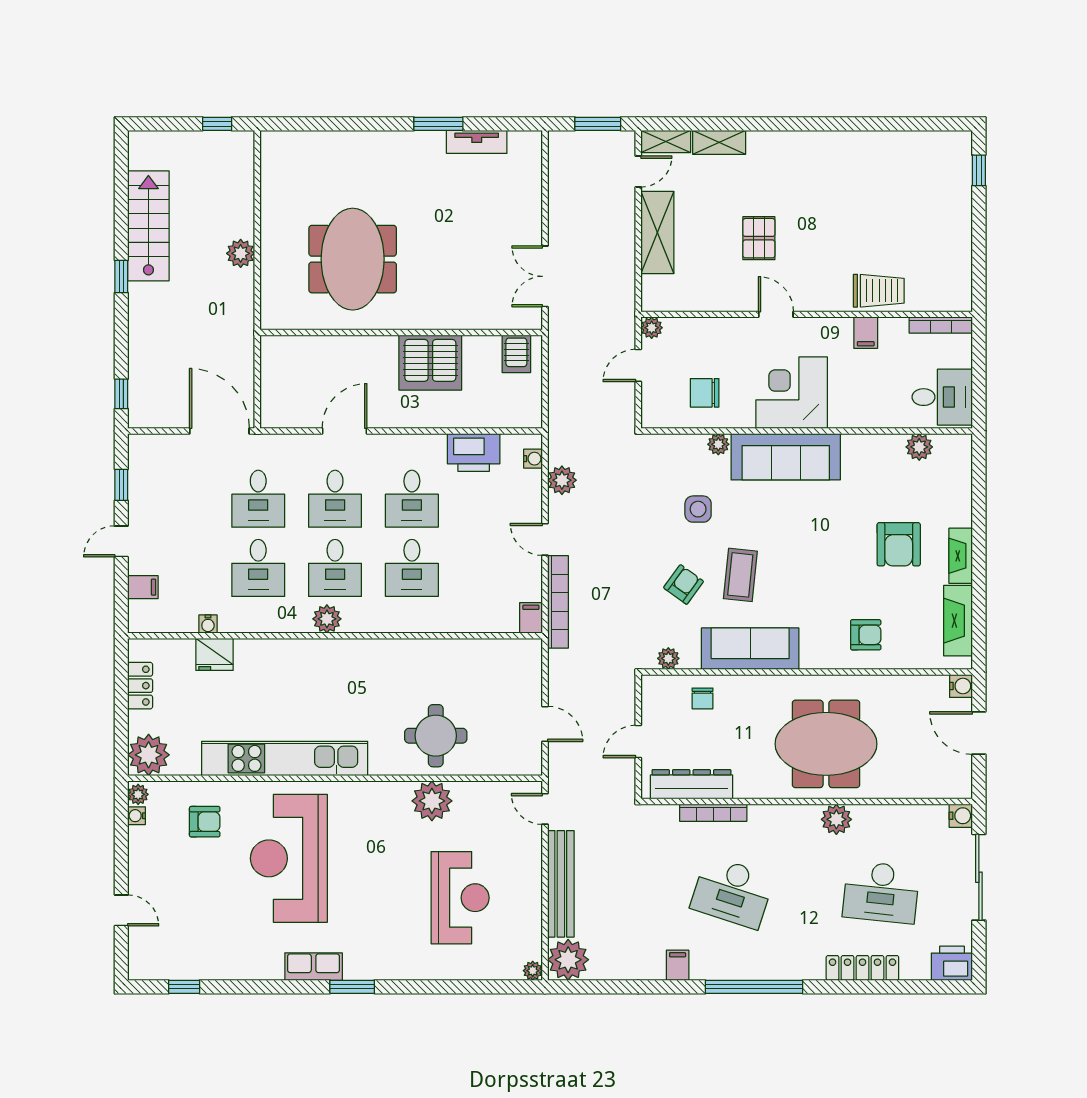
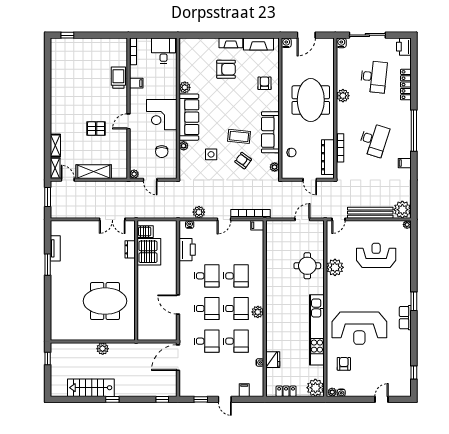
dresser: (474, 318) -> (130, 249), added
server rack: (430, 363) -> (149, 252), moved
plant: (919, 447) -> (185, 87), moved

